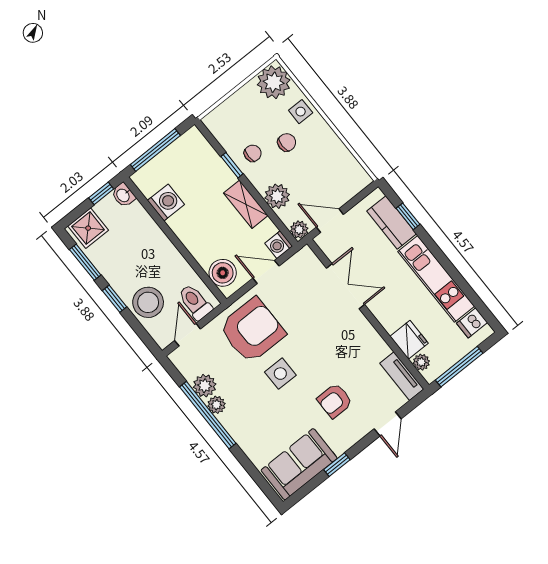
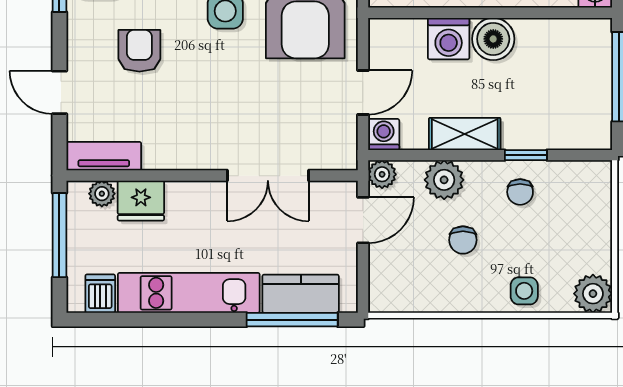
plant: (274, 82) -> (593, 294), width x0.73, depth x0.73
chair: (287, 142) -> (463, 240), moved
washing machine: (166, 203) -> (449, 39), moved
window: (408, 216) -> (292, 320), width x2.17
boiler: (223, 273) -> (493, 39), moved

